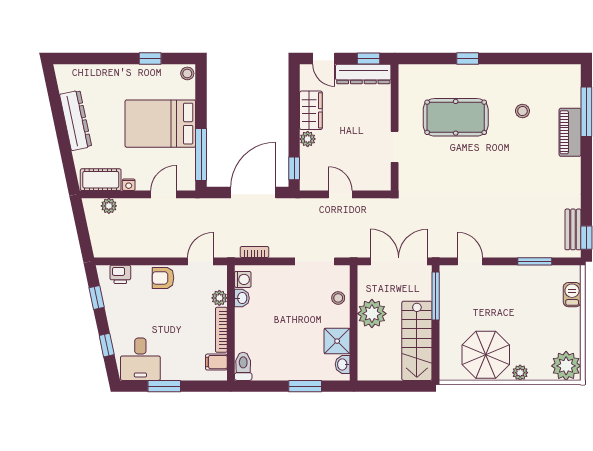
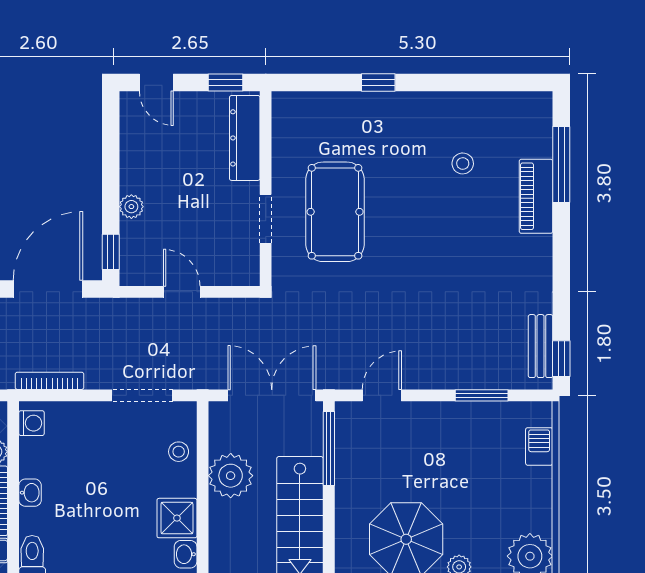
dresser: (363, 74) -> (245, 138), moved, turned 90
wardrobe: (311, 110) -> (137, 162), removed
pool table: (456, 117) -> (335, 212), moved, turned 90
bookcase: (254, 252) -> (50, 381), width x1.56
door: (470, 261) -> (382, 395), hinge flipped
washbasin: (242, 298) -> (30, 493), moved

